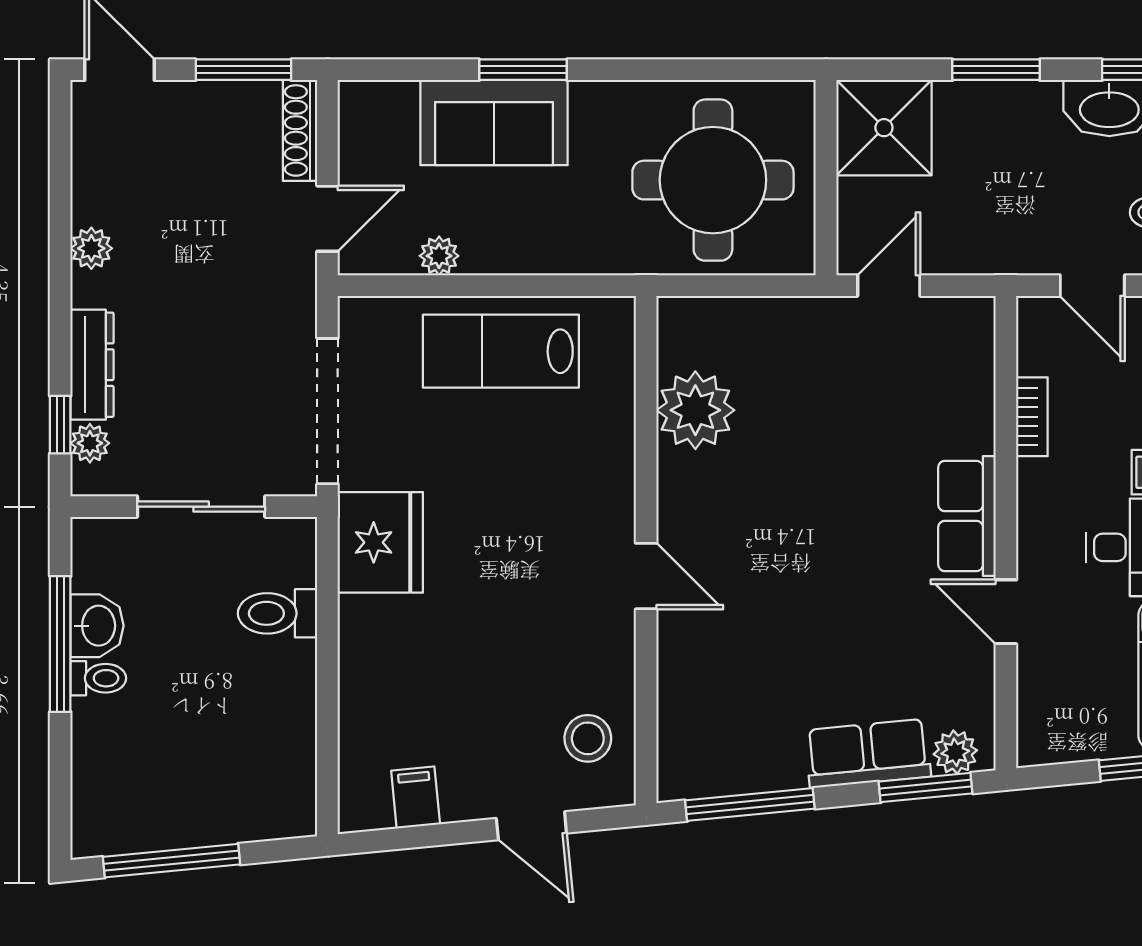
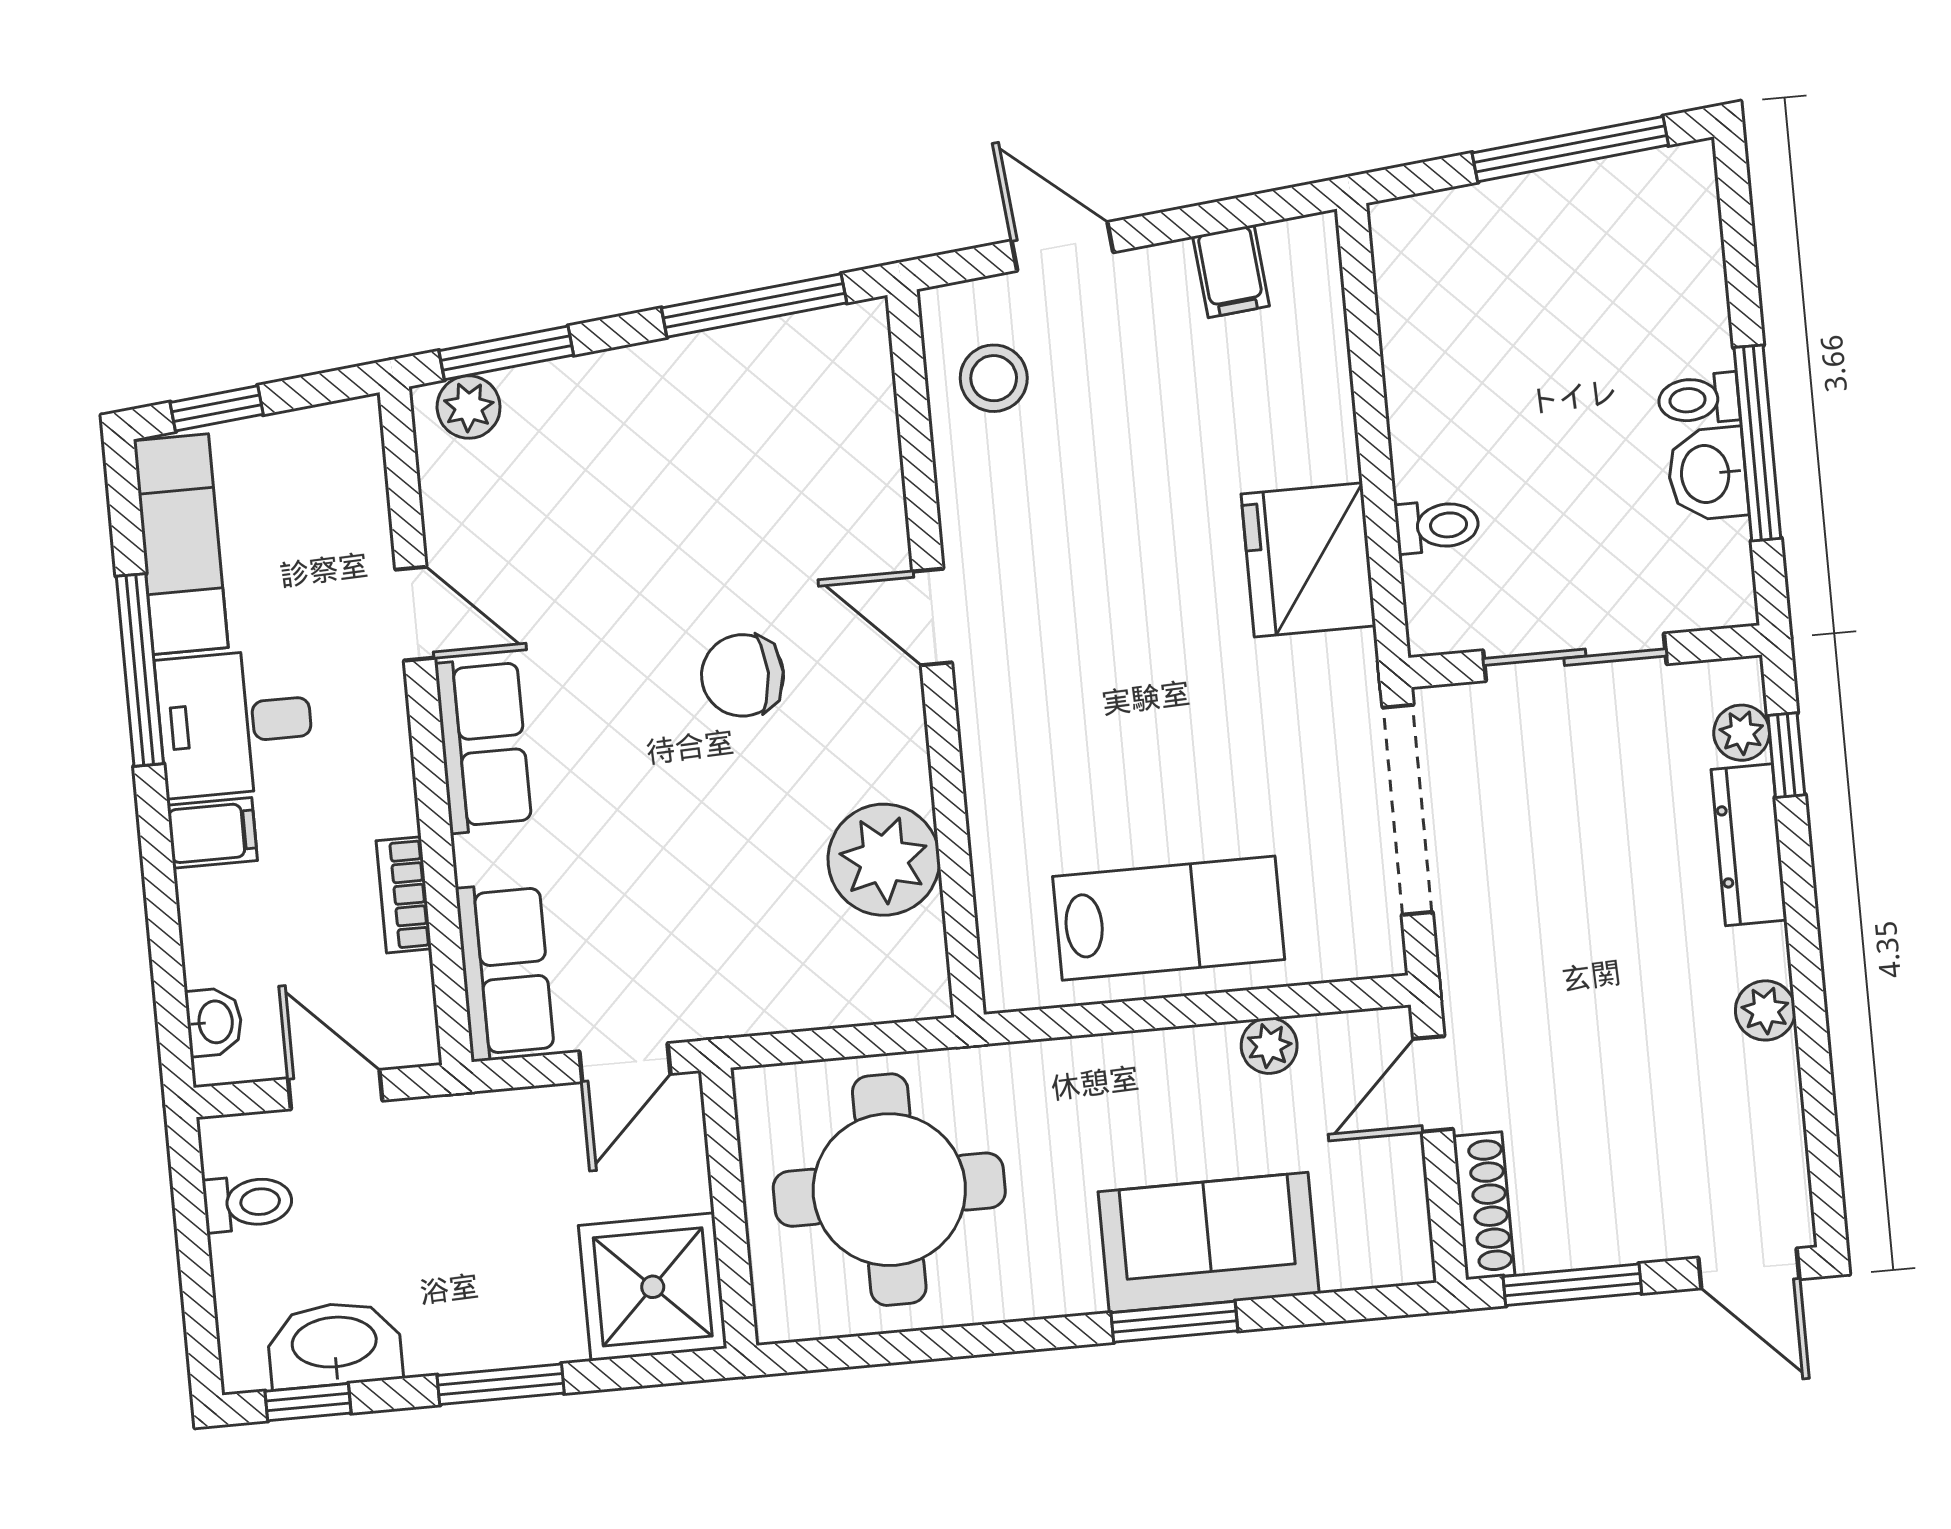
fridge: (380, 542) -> (1308, 560), moved
chair: (782, 548) -> (742, 675), added
toilet: (278, 613) -> (1437, 526), width x0.73, depth x0.72
row of seats: (868, 753) -> (505, 971), moved, turned -84

